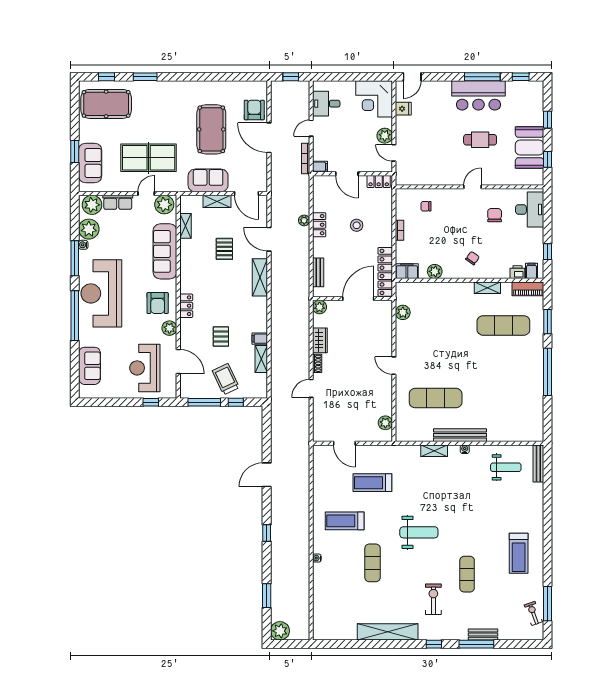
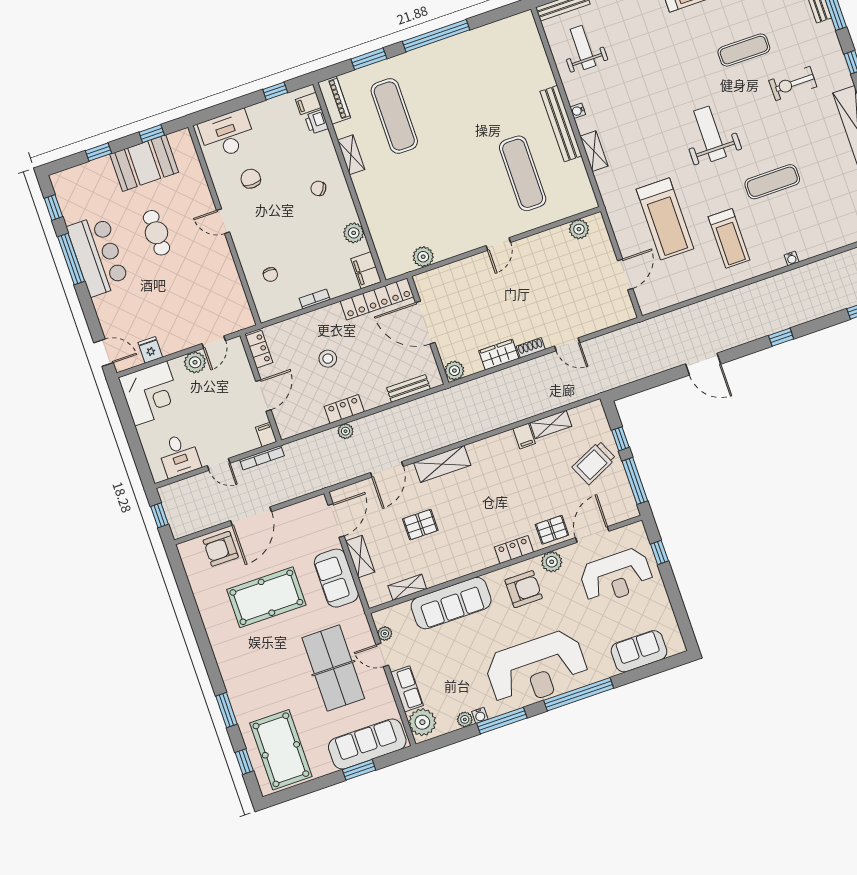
sofa: (90, 163) -> (367, 744), width x1.36
plant: (164, 205) -> (385, 634), width x0.53, depth x0.53
chair: (495, 215) -> (251, 179), turned 90
plant: (89, 229) -> (465, 719), width x0.53, depth x0.53
pallet: (221, 336) -> (552, 530), moved
treadmill: (372, 483) -> (665, 219), width x1.37, depth x1.38

